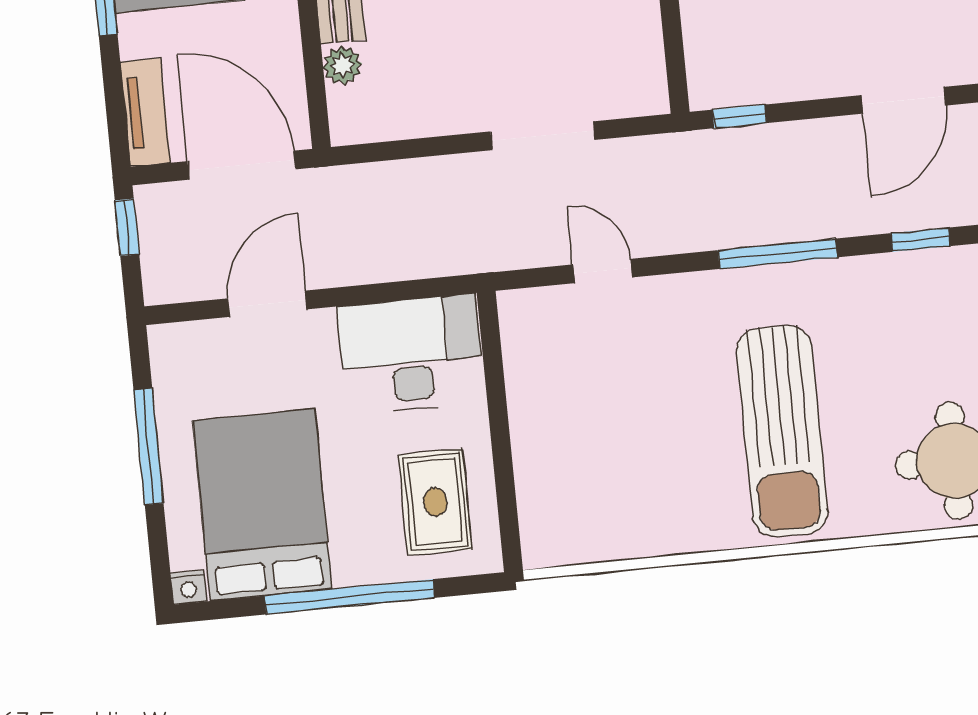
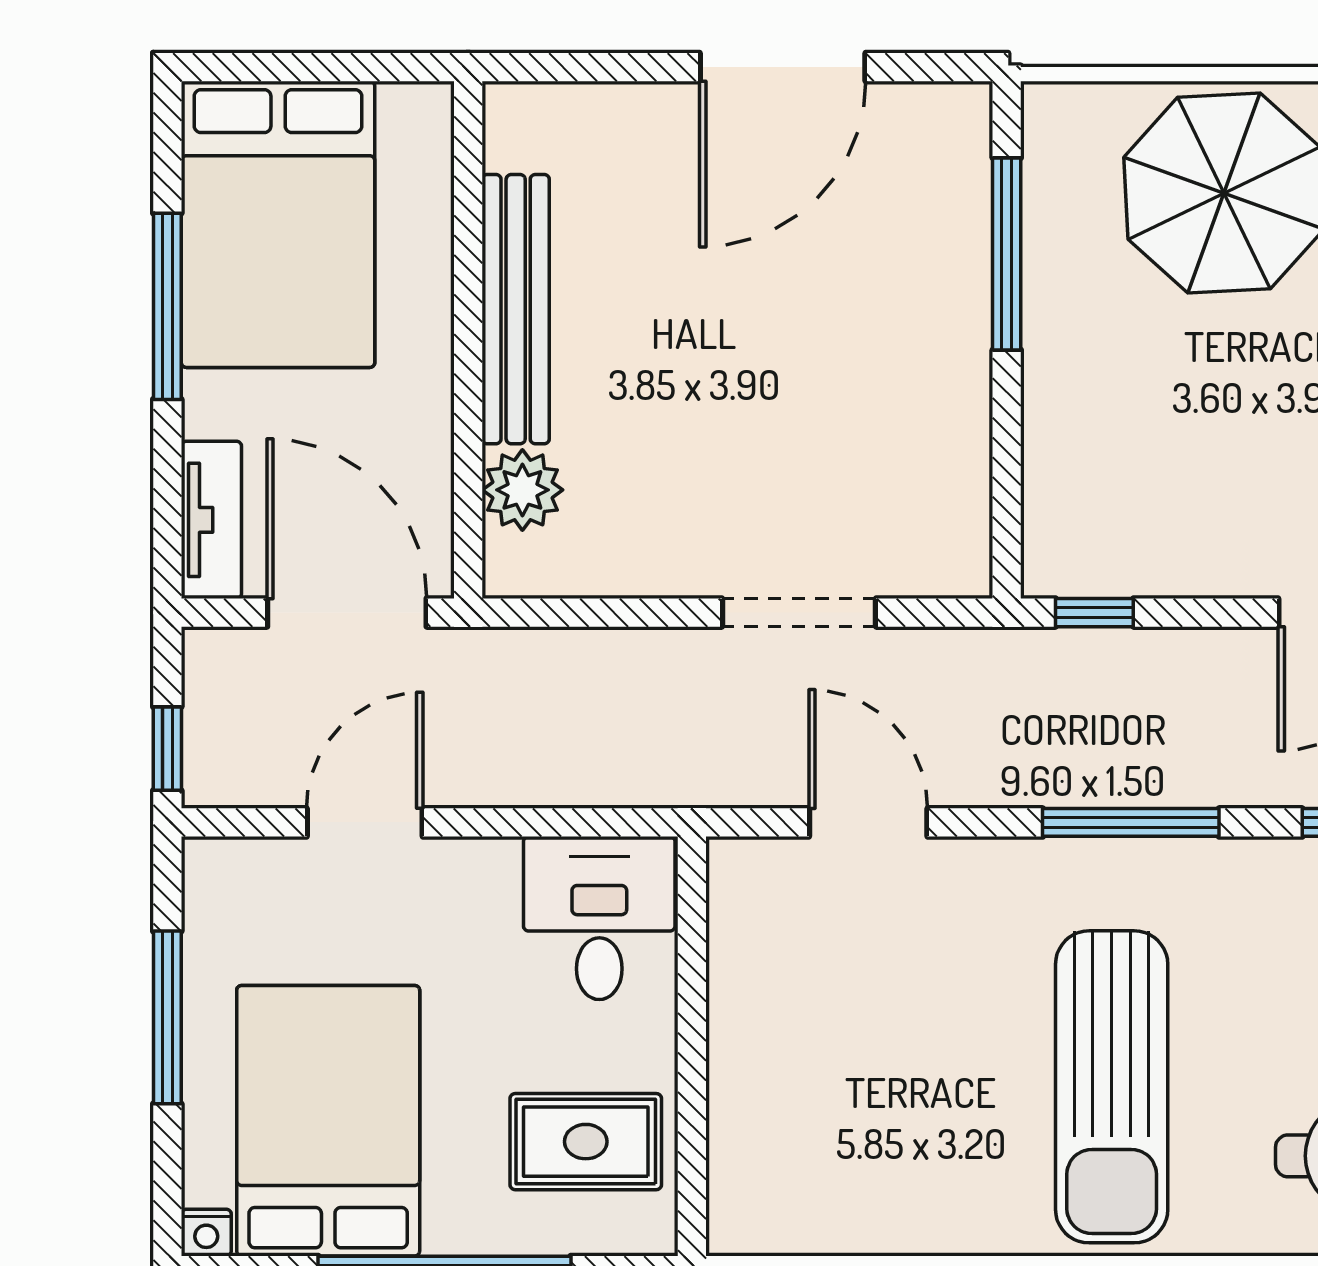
plant: (343, 65) -> (522, 490), width x1.38, depth x1.38
window: (127, 227) -> (167, 749), moved
door: (603, 271) -> (868, 822), width x1.38
desk: (411, 354) -> (599, 918), width x0.73
rug: (435, 502) -> (586, 1142), turned 90

